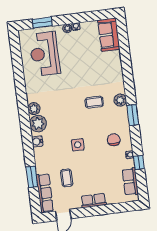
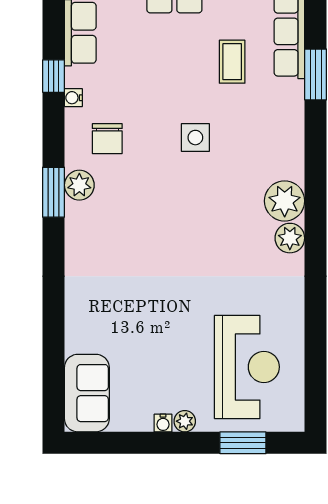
plant: (120, 100) -> (79, 185), moved
coffee table: (94, 102) -> (143, 235), removed
water cooler: (37, 141) -> (292, 158), removed

